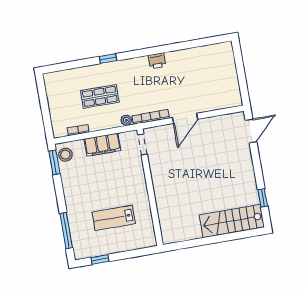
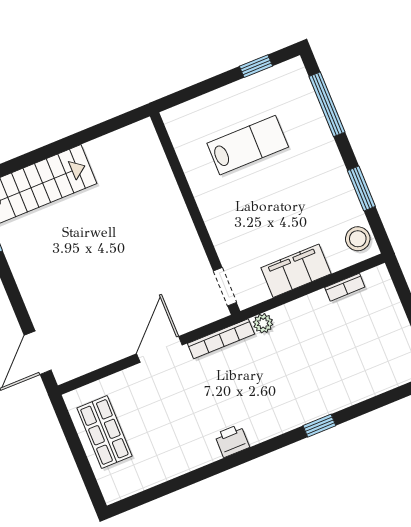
shop shelf: (100, 96) -> (104, 432), moved, turned 90
window: (54, 162) -> (361, 188), moved

